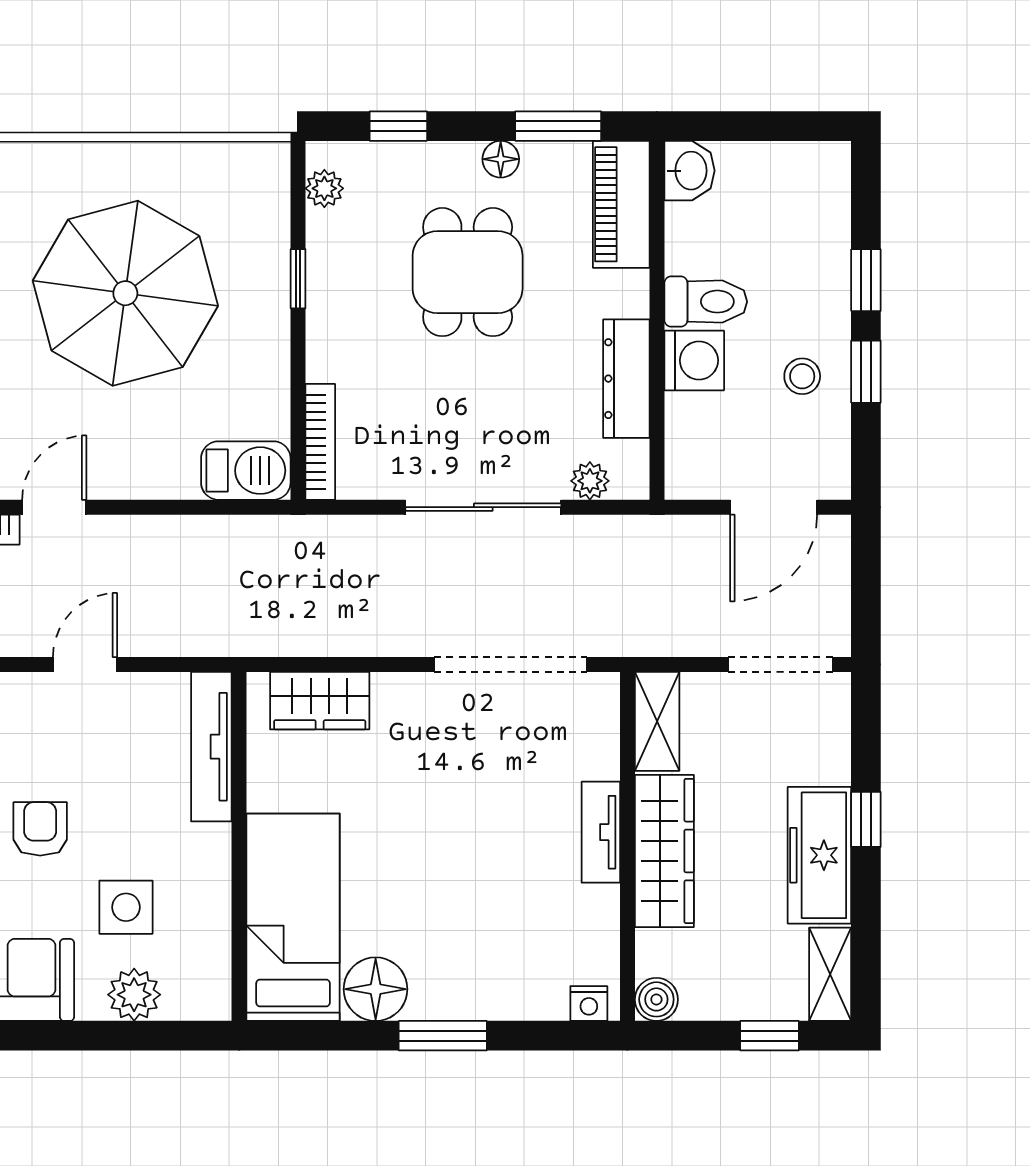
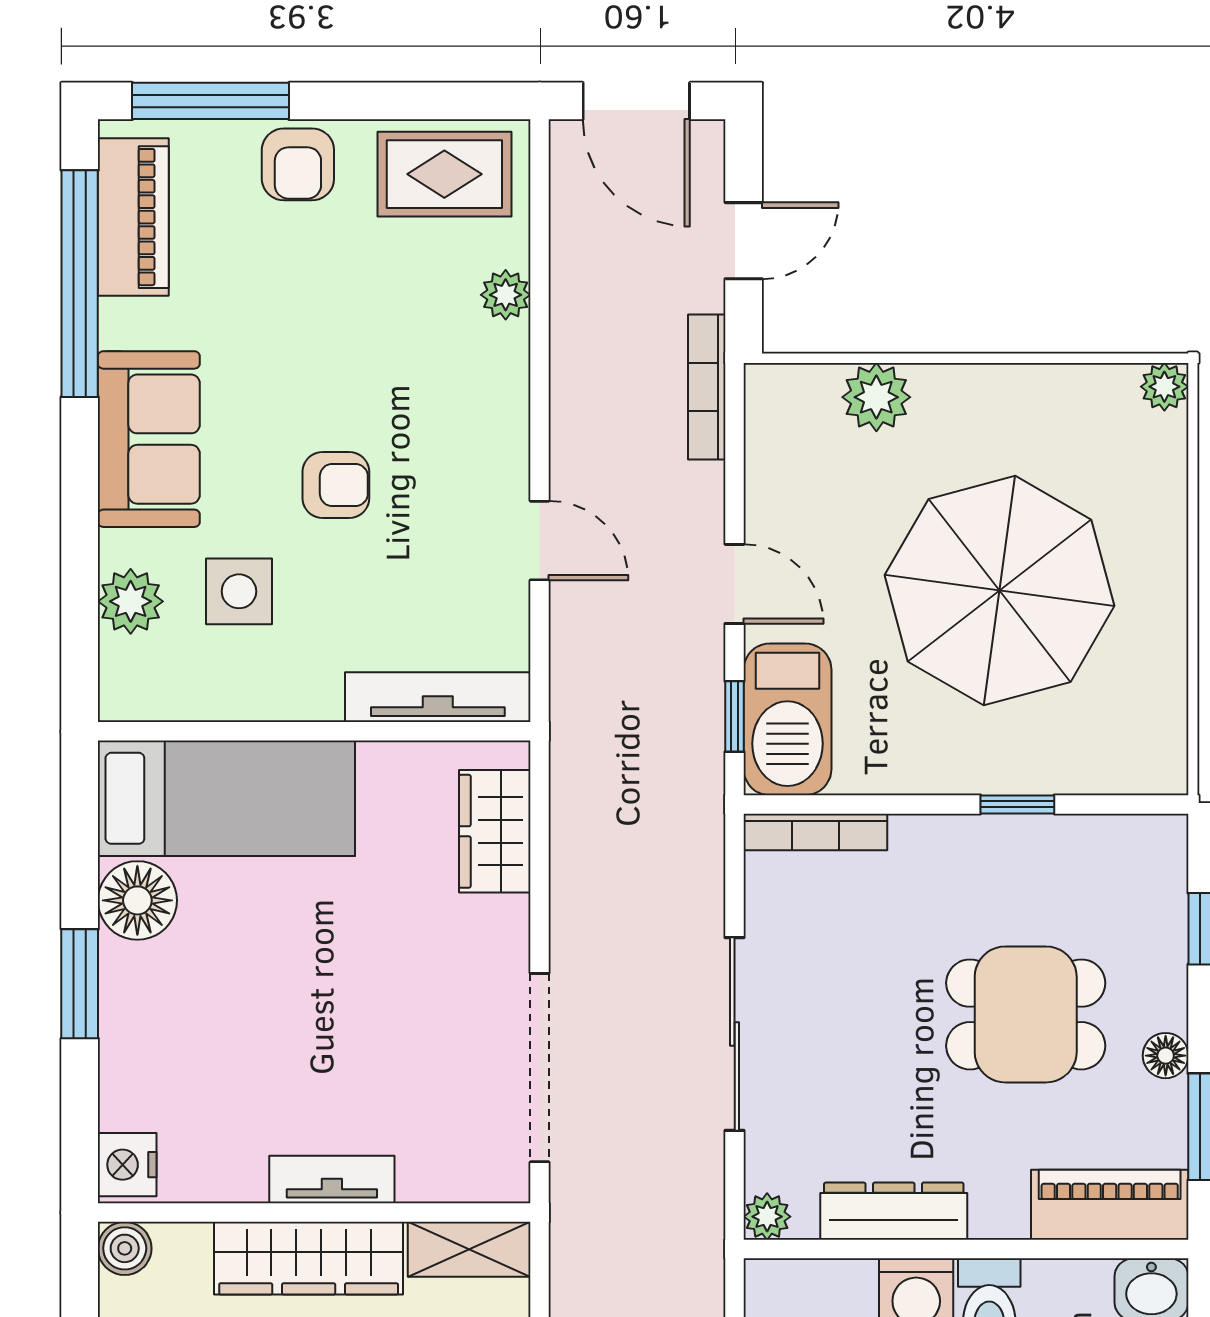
plant: (324, 188) -> (1129, 837), removed
barbecue: (246, 471) -> (787, 719), width x1.37, depth x1.21
plant: (590, 481) -> (767, 1217), moved
door: (54, 507) -> (735, 584), moved
window: (227, 507) -> (735, 716), added
nightstand: (589, 1004) -> (127, 1165), width x1.39, depth x1.35

